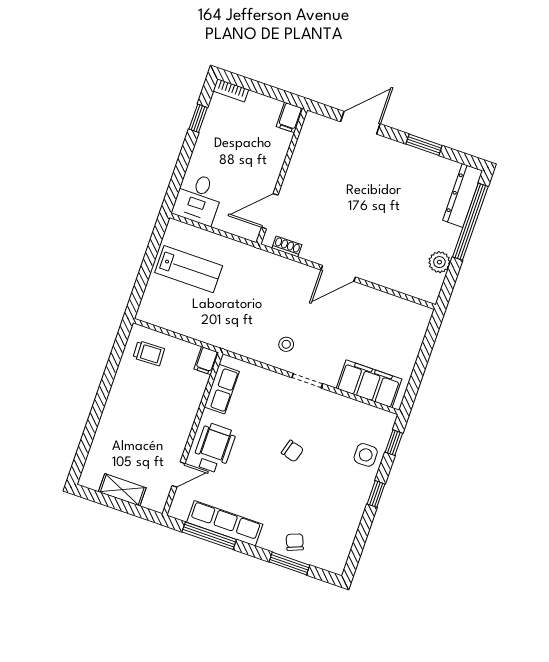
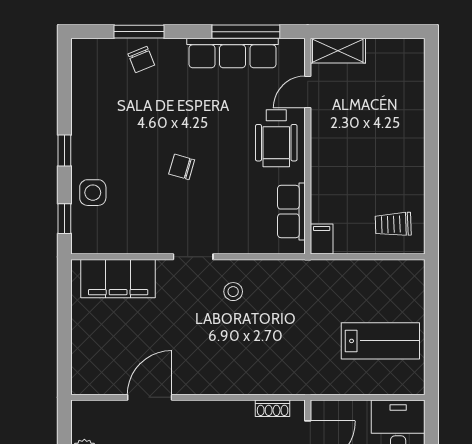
lab bench: (189, 269) -> (380, 341), turned 180
door: (338, 273) -> (150, 397), moved
shelving: (122, 490) -> (338, 51), moved

